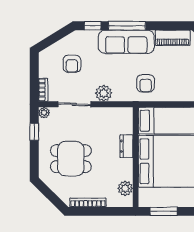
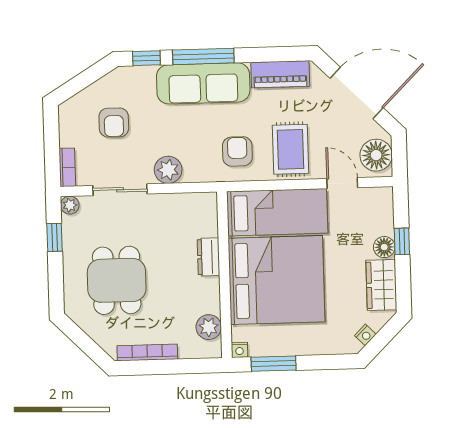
armchair: (146, 83) -> (237, 151), turned 180
rug: (178, 83) -> (290, 149), added
dining table: (71, 159) -> (117, 280), turned 90
nightstand: (143, 203) -> (239, 350), added

